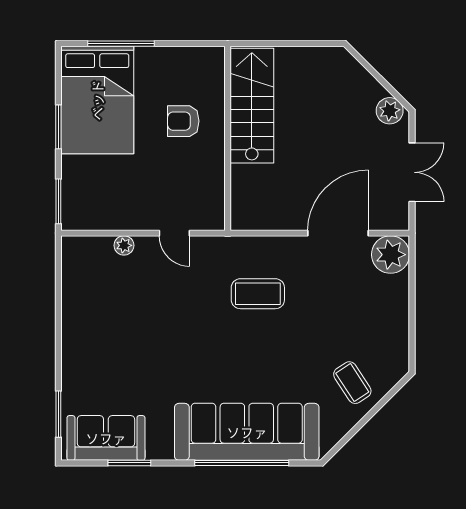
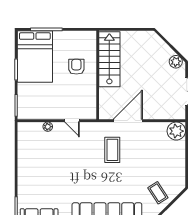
armchair: (183, 121) -> (76, 67), turned 90
door: (338, 233) -> (128, 121), moved
coffee table: (258, 294) -> (112, 150), turned 90

